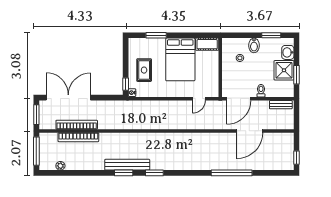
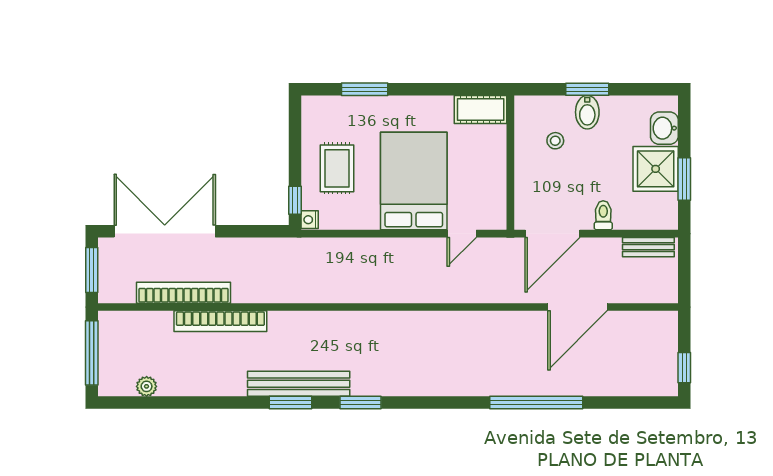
window: (271, 35) -> (587, 89), moved
bed: (180, 59) -> (414, 181), moved, turned 180
bookcase: (78, 137) -> (220, 321), moved

